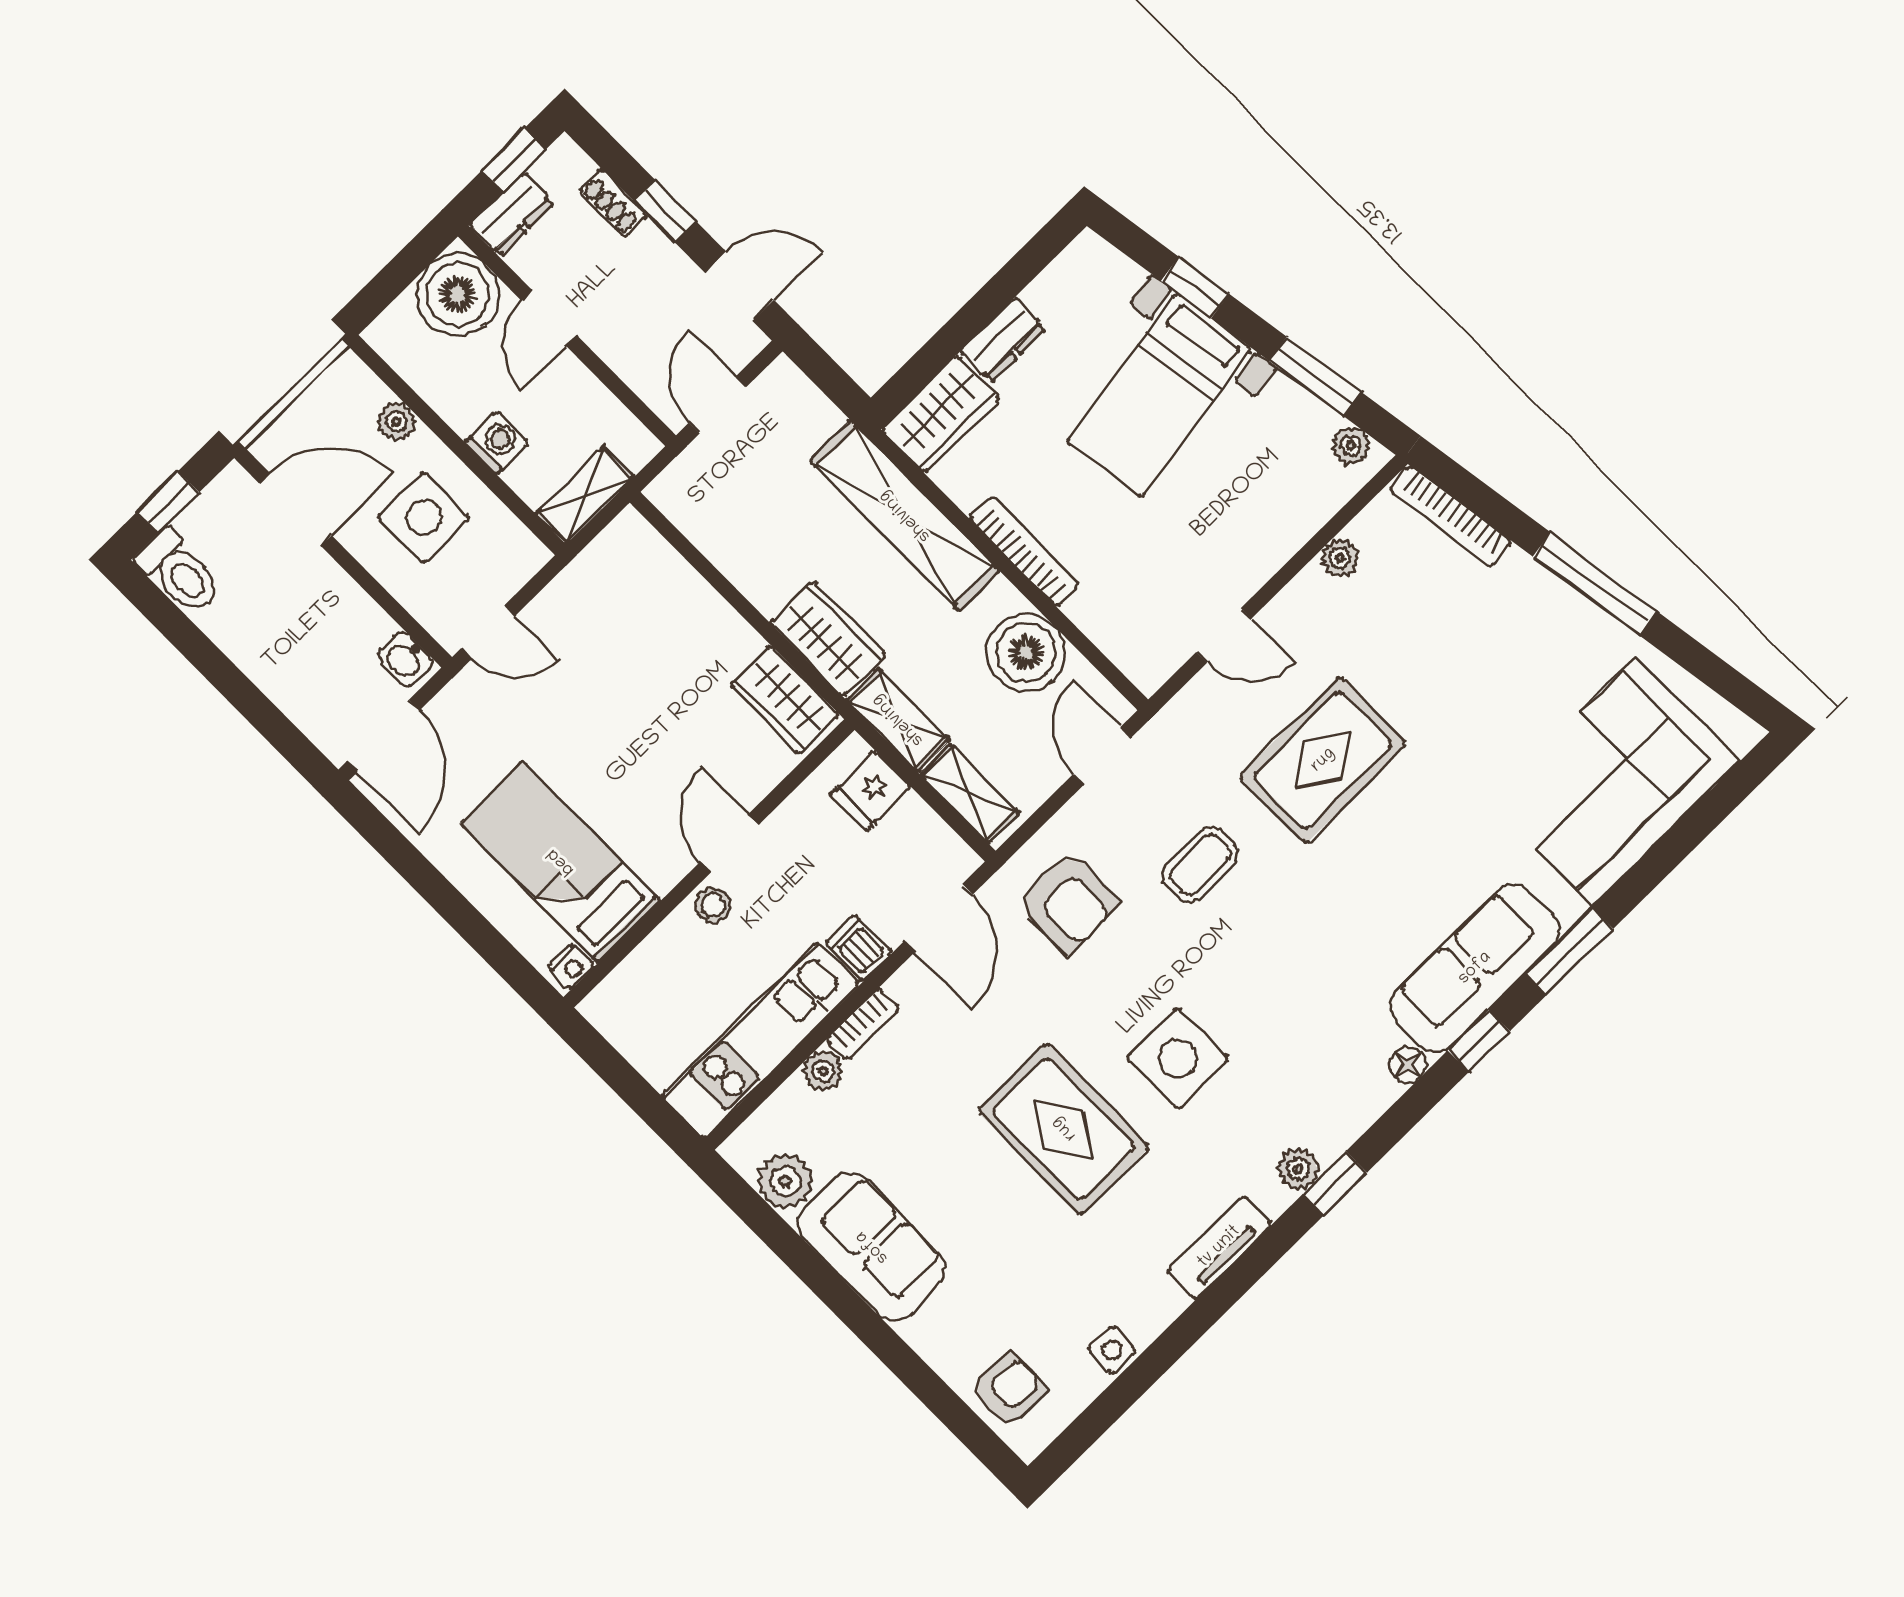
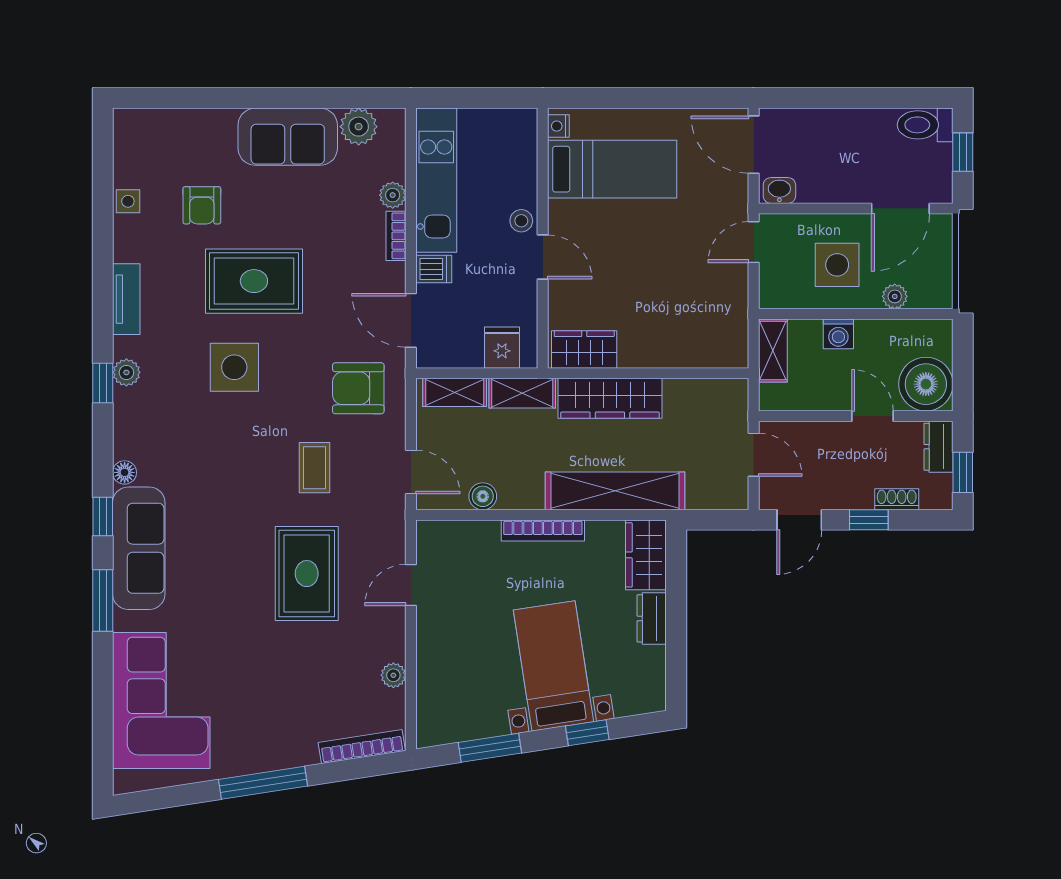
plant: (1351, 445) -> (441, 733), removed
wardrobe: (828, 639) -> (610, 398), width x1.50
boiler: (1026, 652) -> (483, 496), width x0.54, depth x0.54
armchair: (1009, 1390) -> (202, 205), moved

